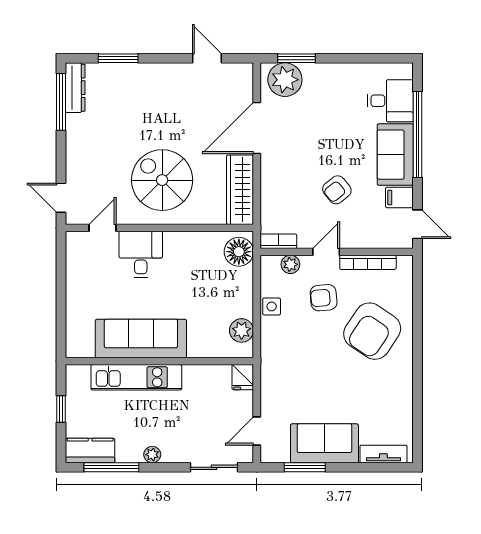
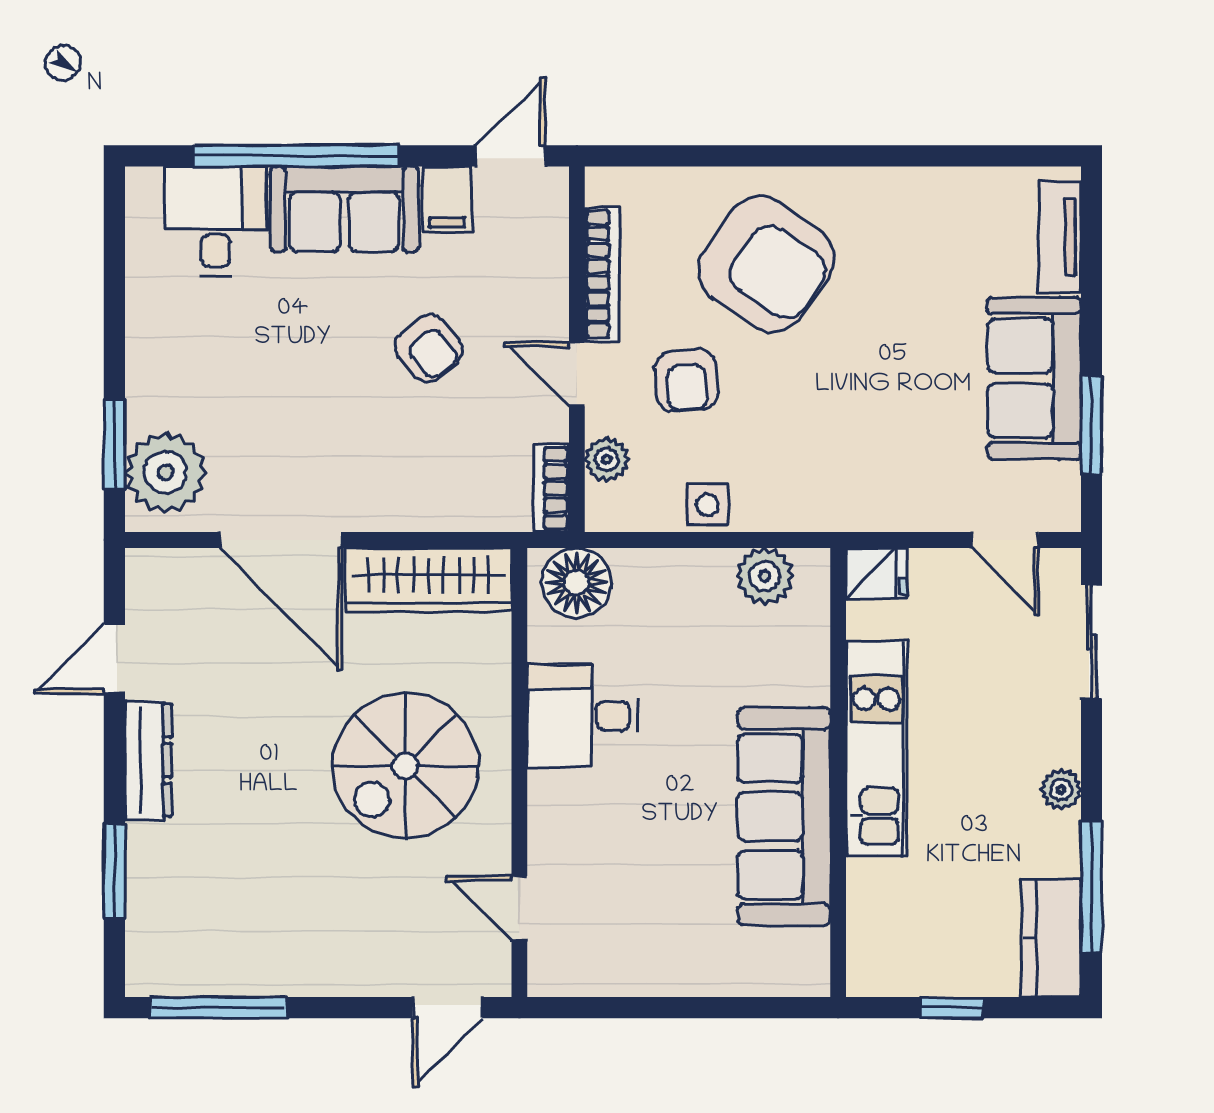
dresser: (75, 88) -> (148, 760), moved, turned 90
desk: (141, 254) -> (583, 716), moved
kitchen unit: (136, 377) -> (876, 749), moved

